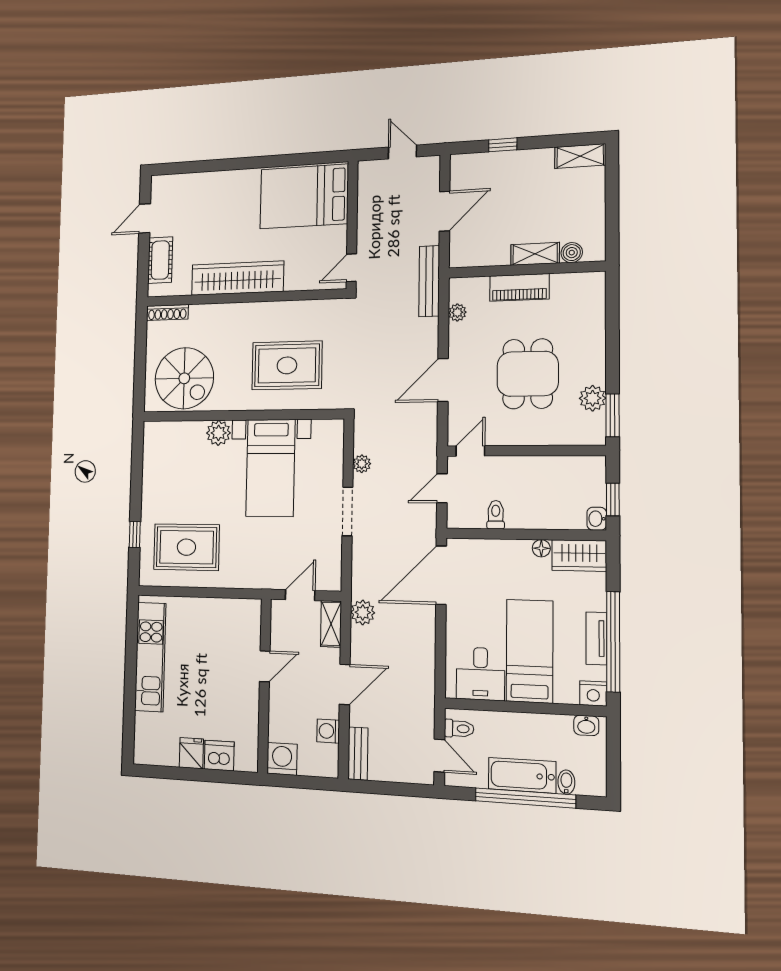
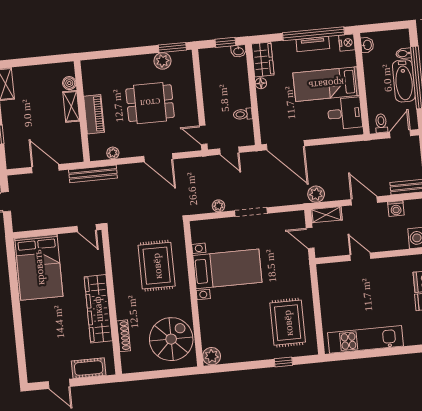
shoe rack: (167, 313) -> (124, 336), moved
plant: (219, 433) -> (212, 356), moved

